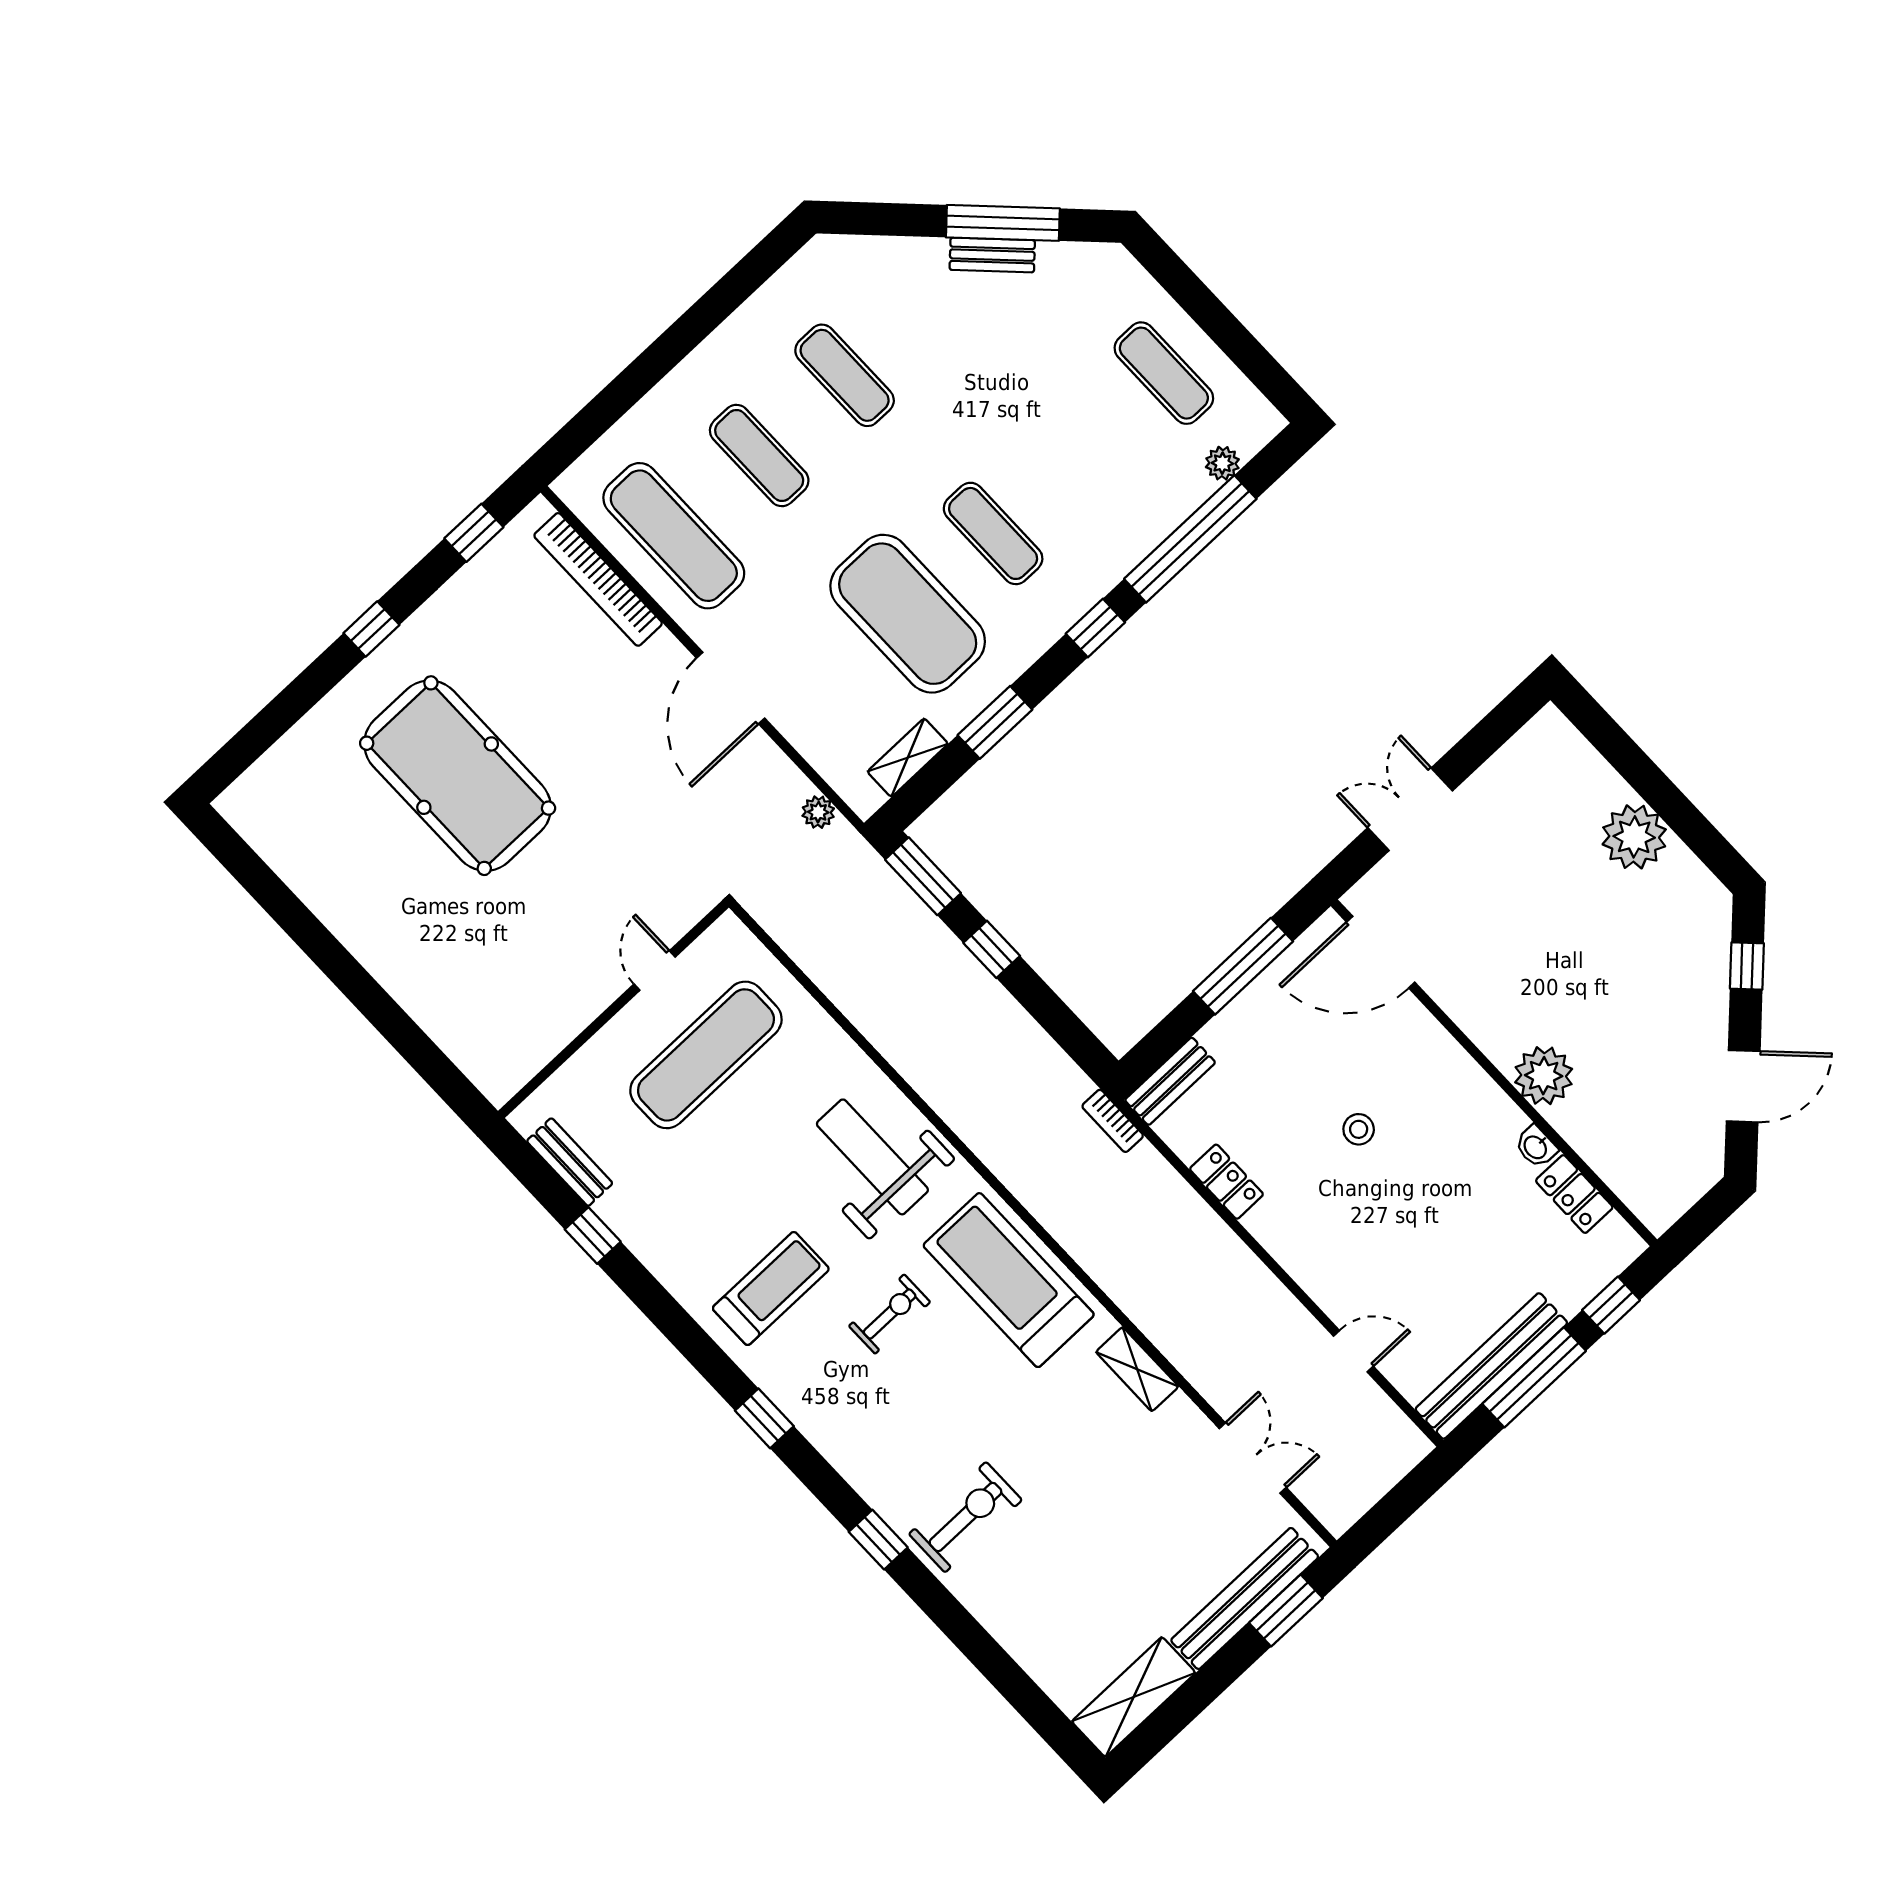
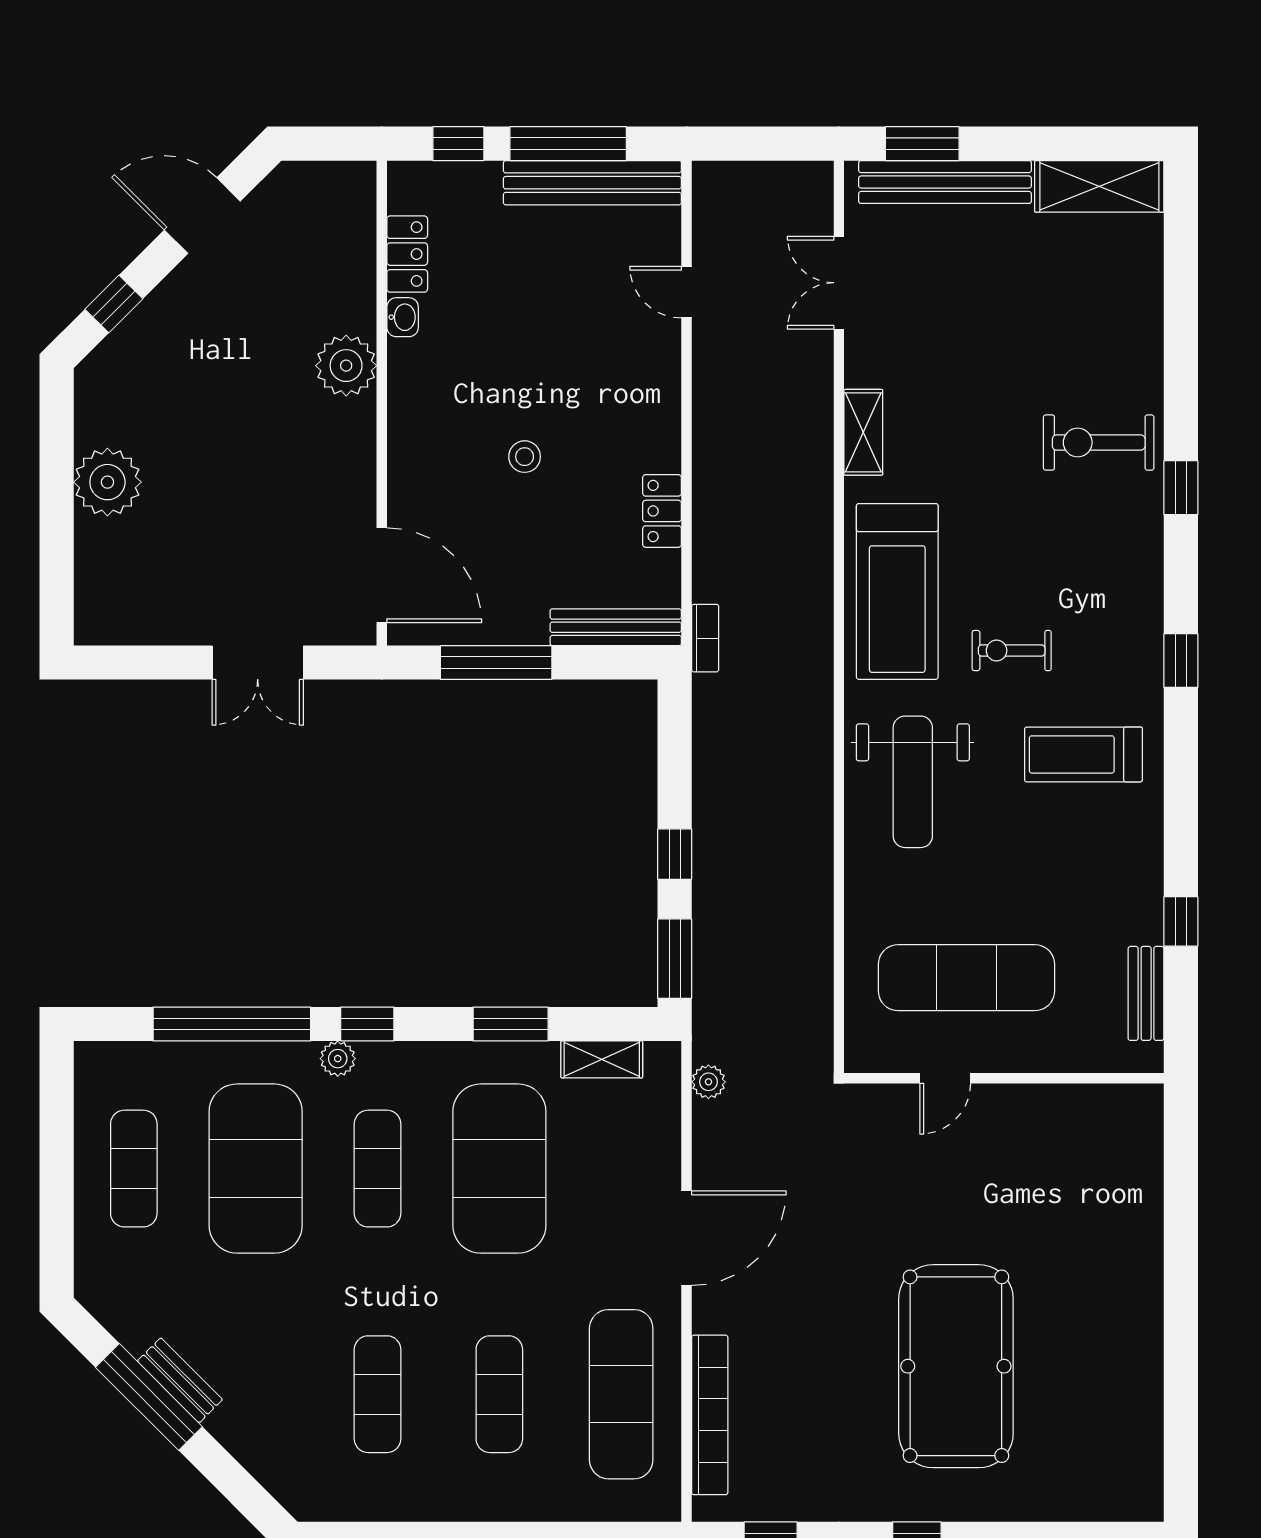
exercise mat: (1078, 453) -> (256, 1169), added
plant: (1222, 463) -> (338, 1059), moved
bench: (1170, 1081) -> (616, 627), width x1.36

